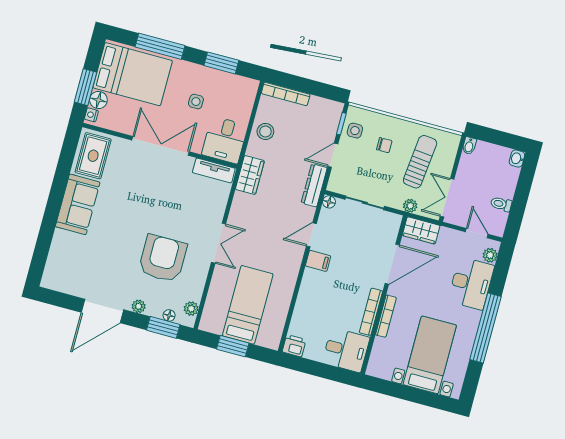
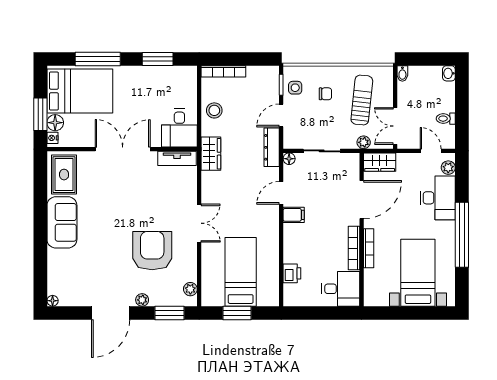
side table: (196, 102) -> (144, 100), removed
floor lamp: (169, 315) -> (53, 301), moved
printer: (294, 346) -> (292, 273), moved, turned 90

